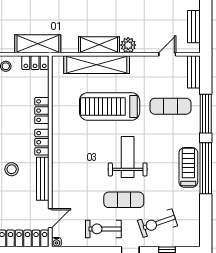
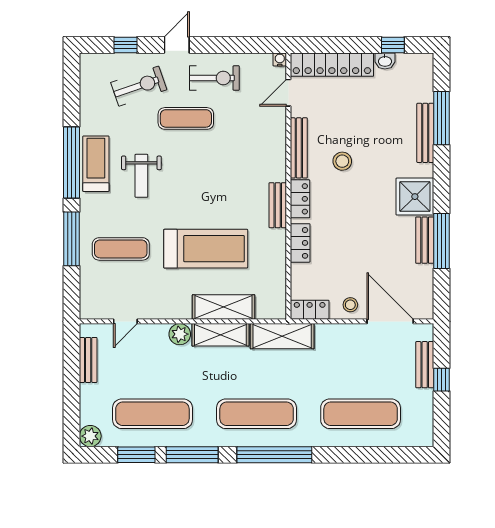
shelving: (38, 44) -> (282, 336), moved
shelving: (97, 65) -> (224, 307), width x0.68
bench: (194, 72) -> (278, 205), moved
weight bench: (128, 157) -> (141, 176), moved, width x0.73, depth x0.75
treadmill: (188, 167) -> (96, 164), turned 180

